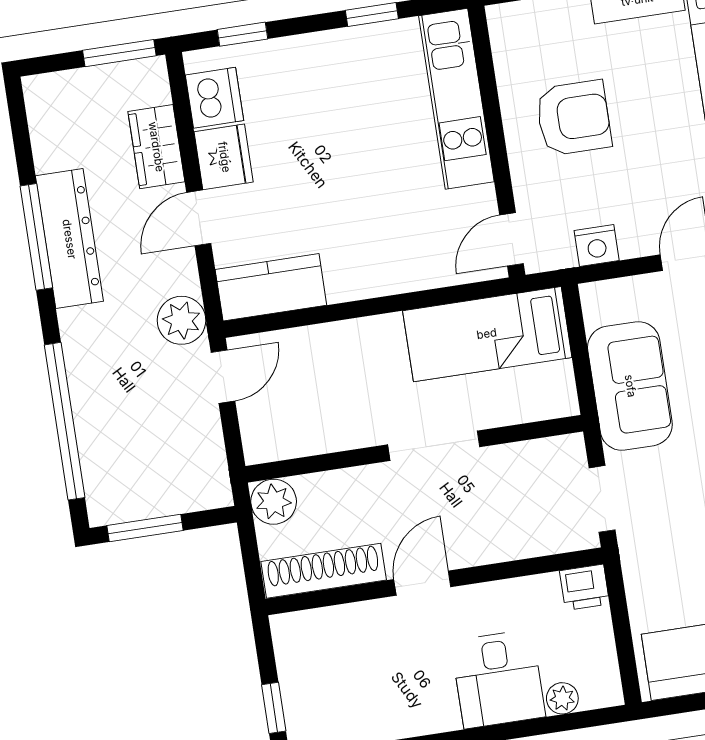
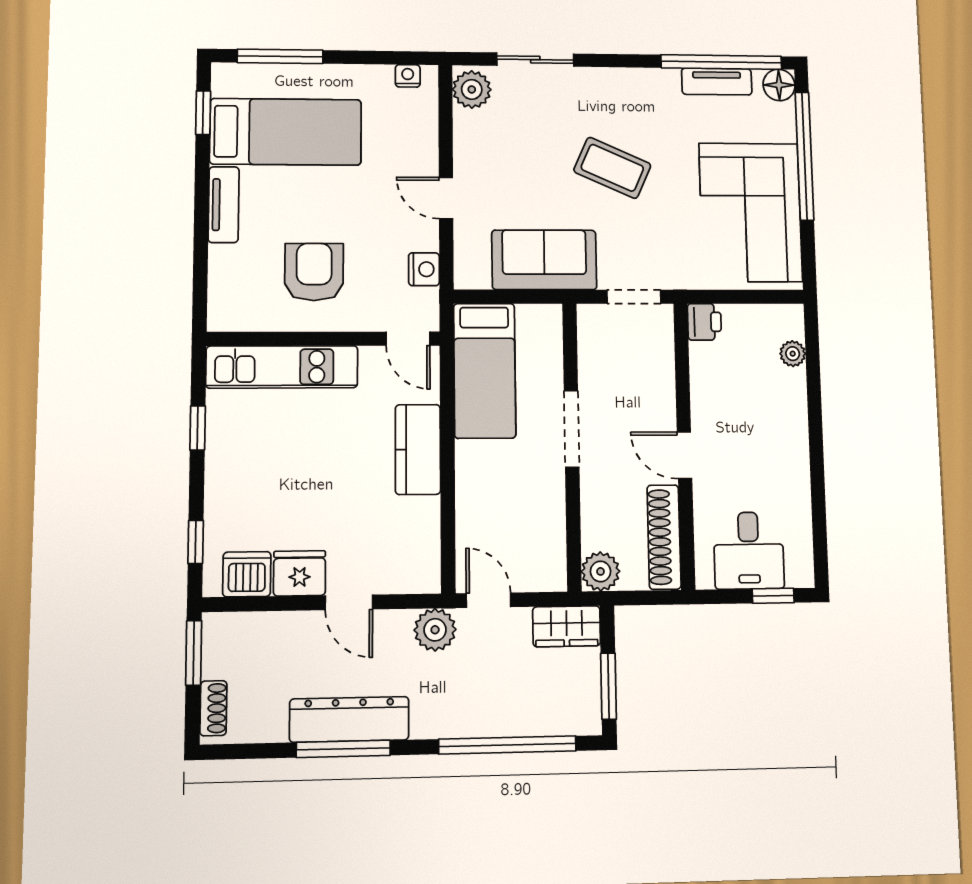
shoe rack: (62, 85) -> (213, 708), added
wardrobe: (156, 147) -> (567, 626), moved
kitchen counter: (271, 287) -> (418, 449), moved
desk: (498, 679) -> (749, 551), moved, turned 90

